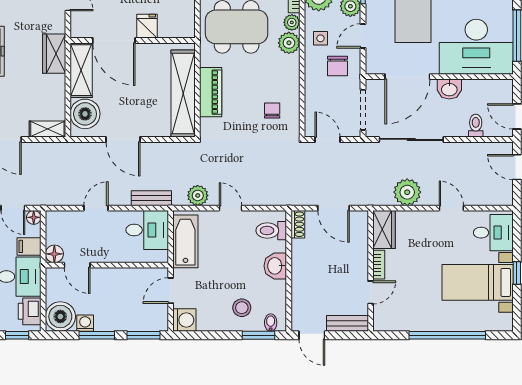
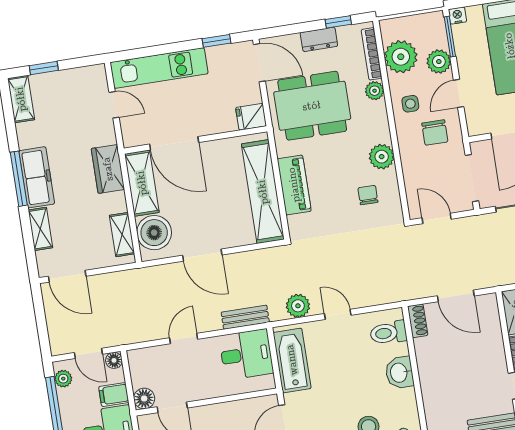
fridge: (147, 26) -> (251, 117), moved, turned -90
plant: (289, 43) -> (382, 157), moved
shelving: (47, 129) -> (122, 235), moved, turned 90

